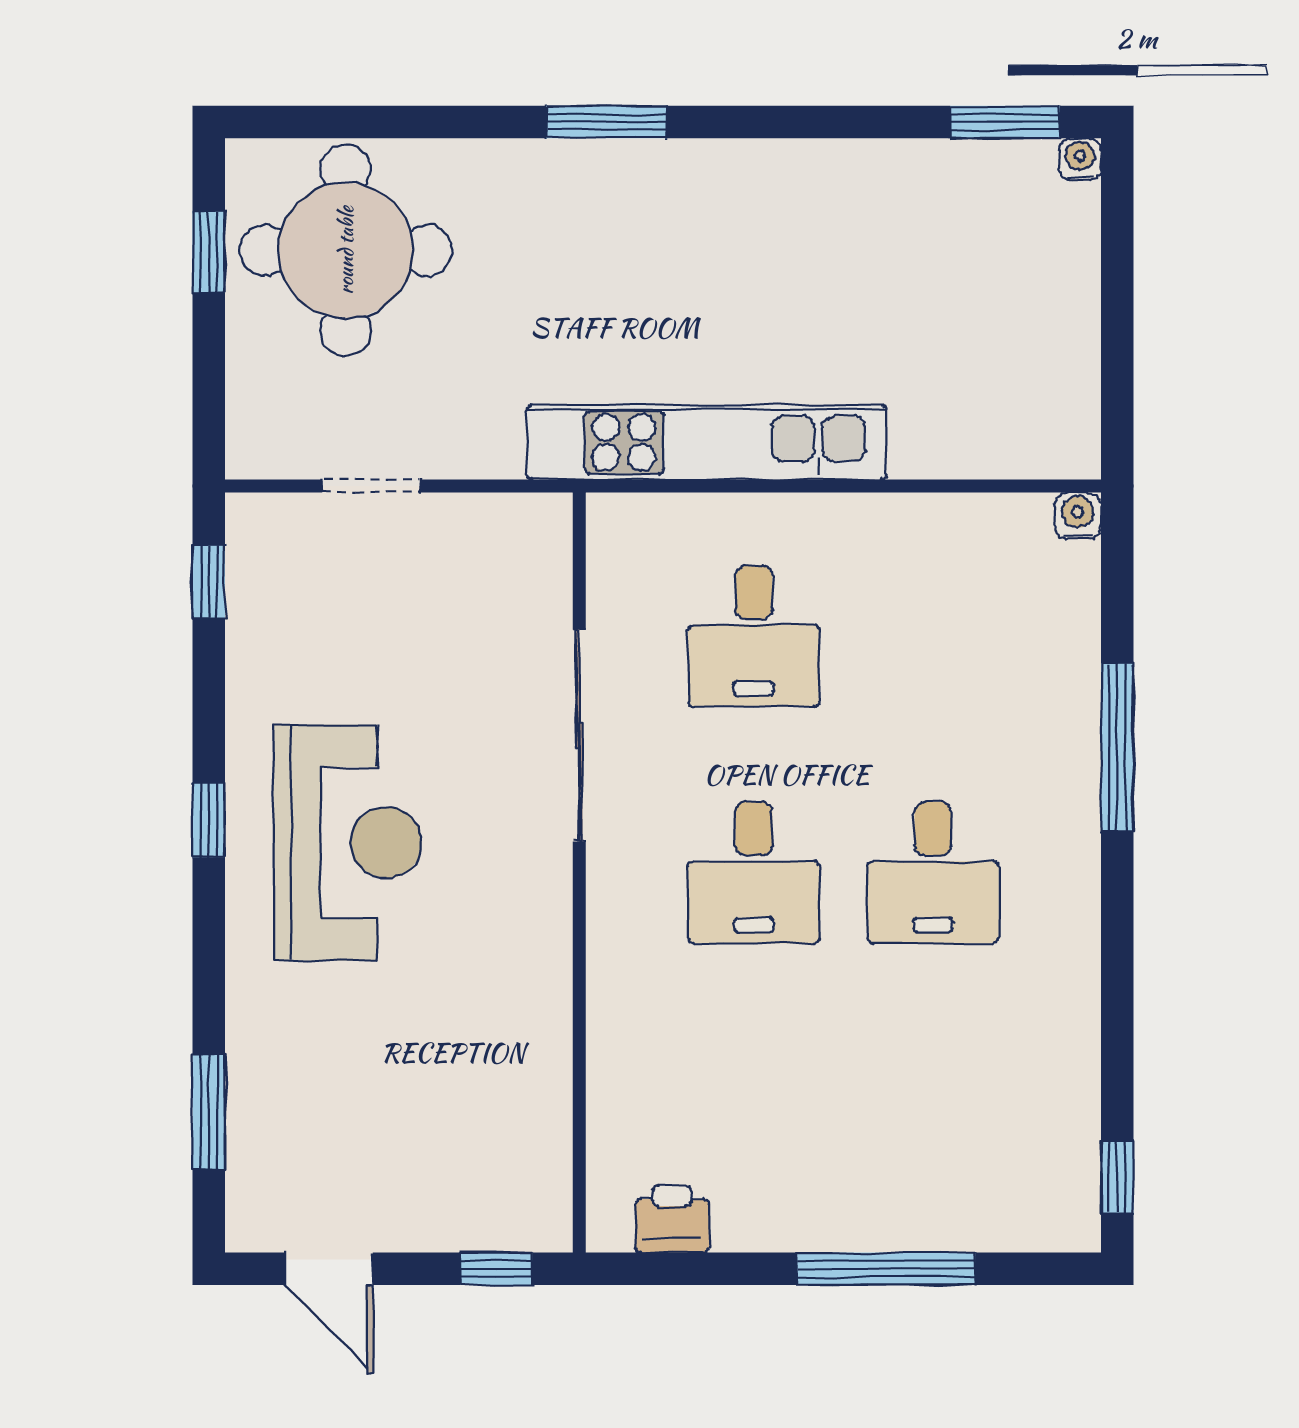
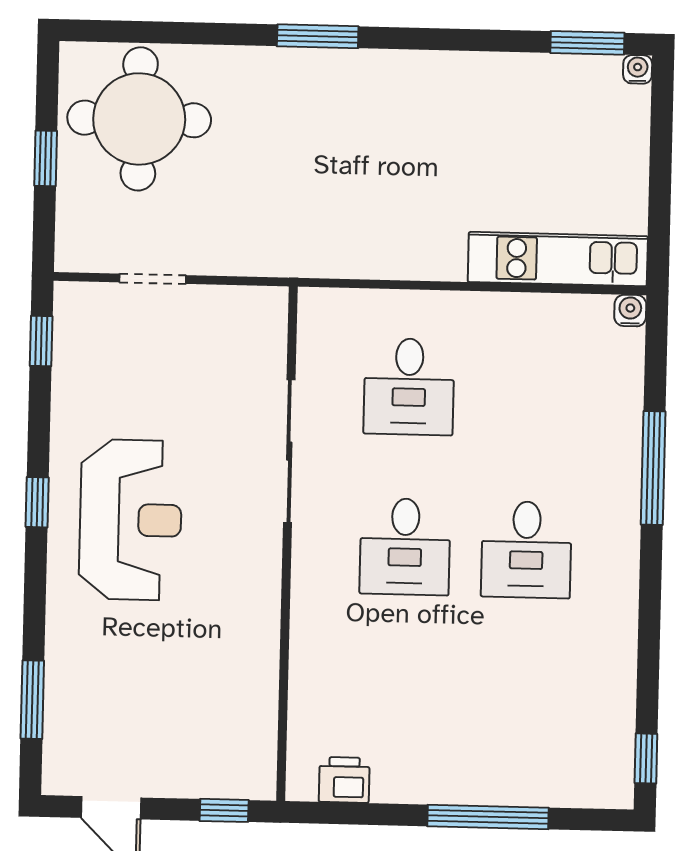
window: (209, 252) -> (46, 158), moved
kitchen unit: (707, 442) -> (558, 259), moved, width x0.73

